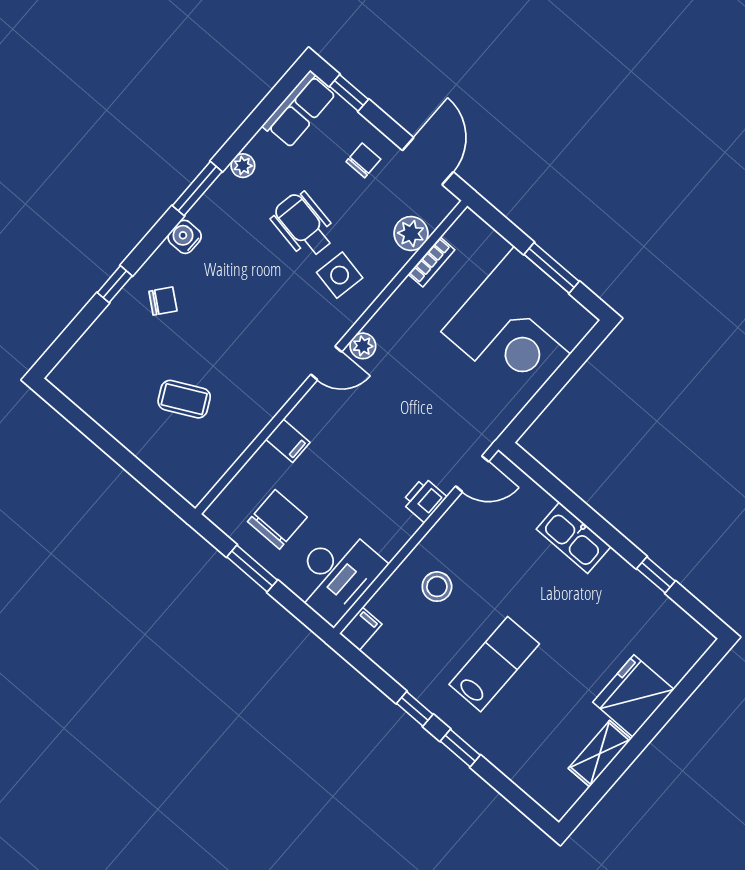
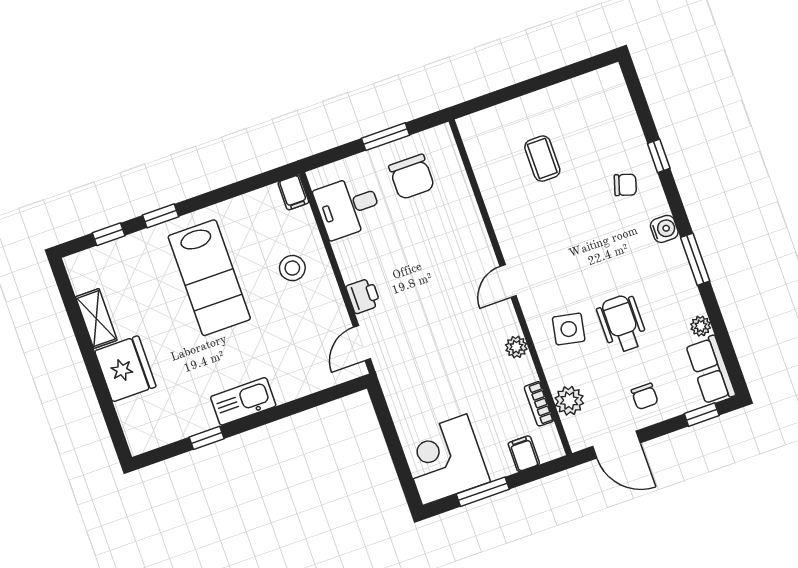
plant: (243, 166) -> (701, 326), moved
wheelchair: (304, 225) -> (622, 324), turned -100
chair: (163, 301) -> (625, 185), turned -112
corner desk: (520, 326) -> (445, 460), width x0.74, depth x0.74
plant: (363, 346) -> (516, 347), moved
coffee table: (184, 399) -> (542, 159), turned -63
filing cabinet: (288, 441) -> (524, 454), moved, turned 90
kitchen sink: (574, 538) -> (243, 401), moved
desk: (336, 575) -> (348, 207), width x0.73
lab bench: (494, 664) -> (209, 278), width x1.36, depth x1.39
window: (415, 709) -> (109, 234), moved

